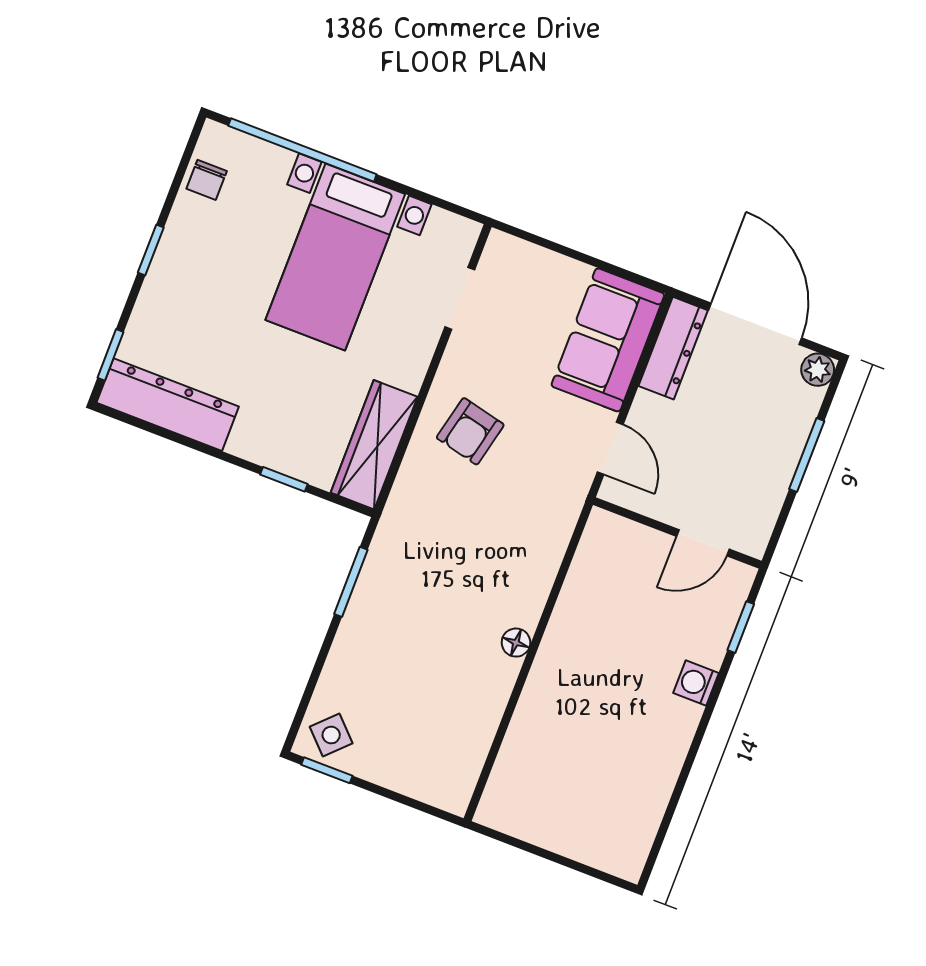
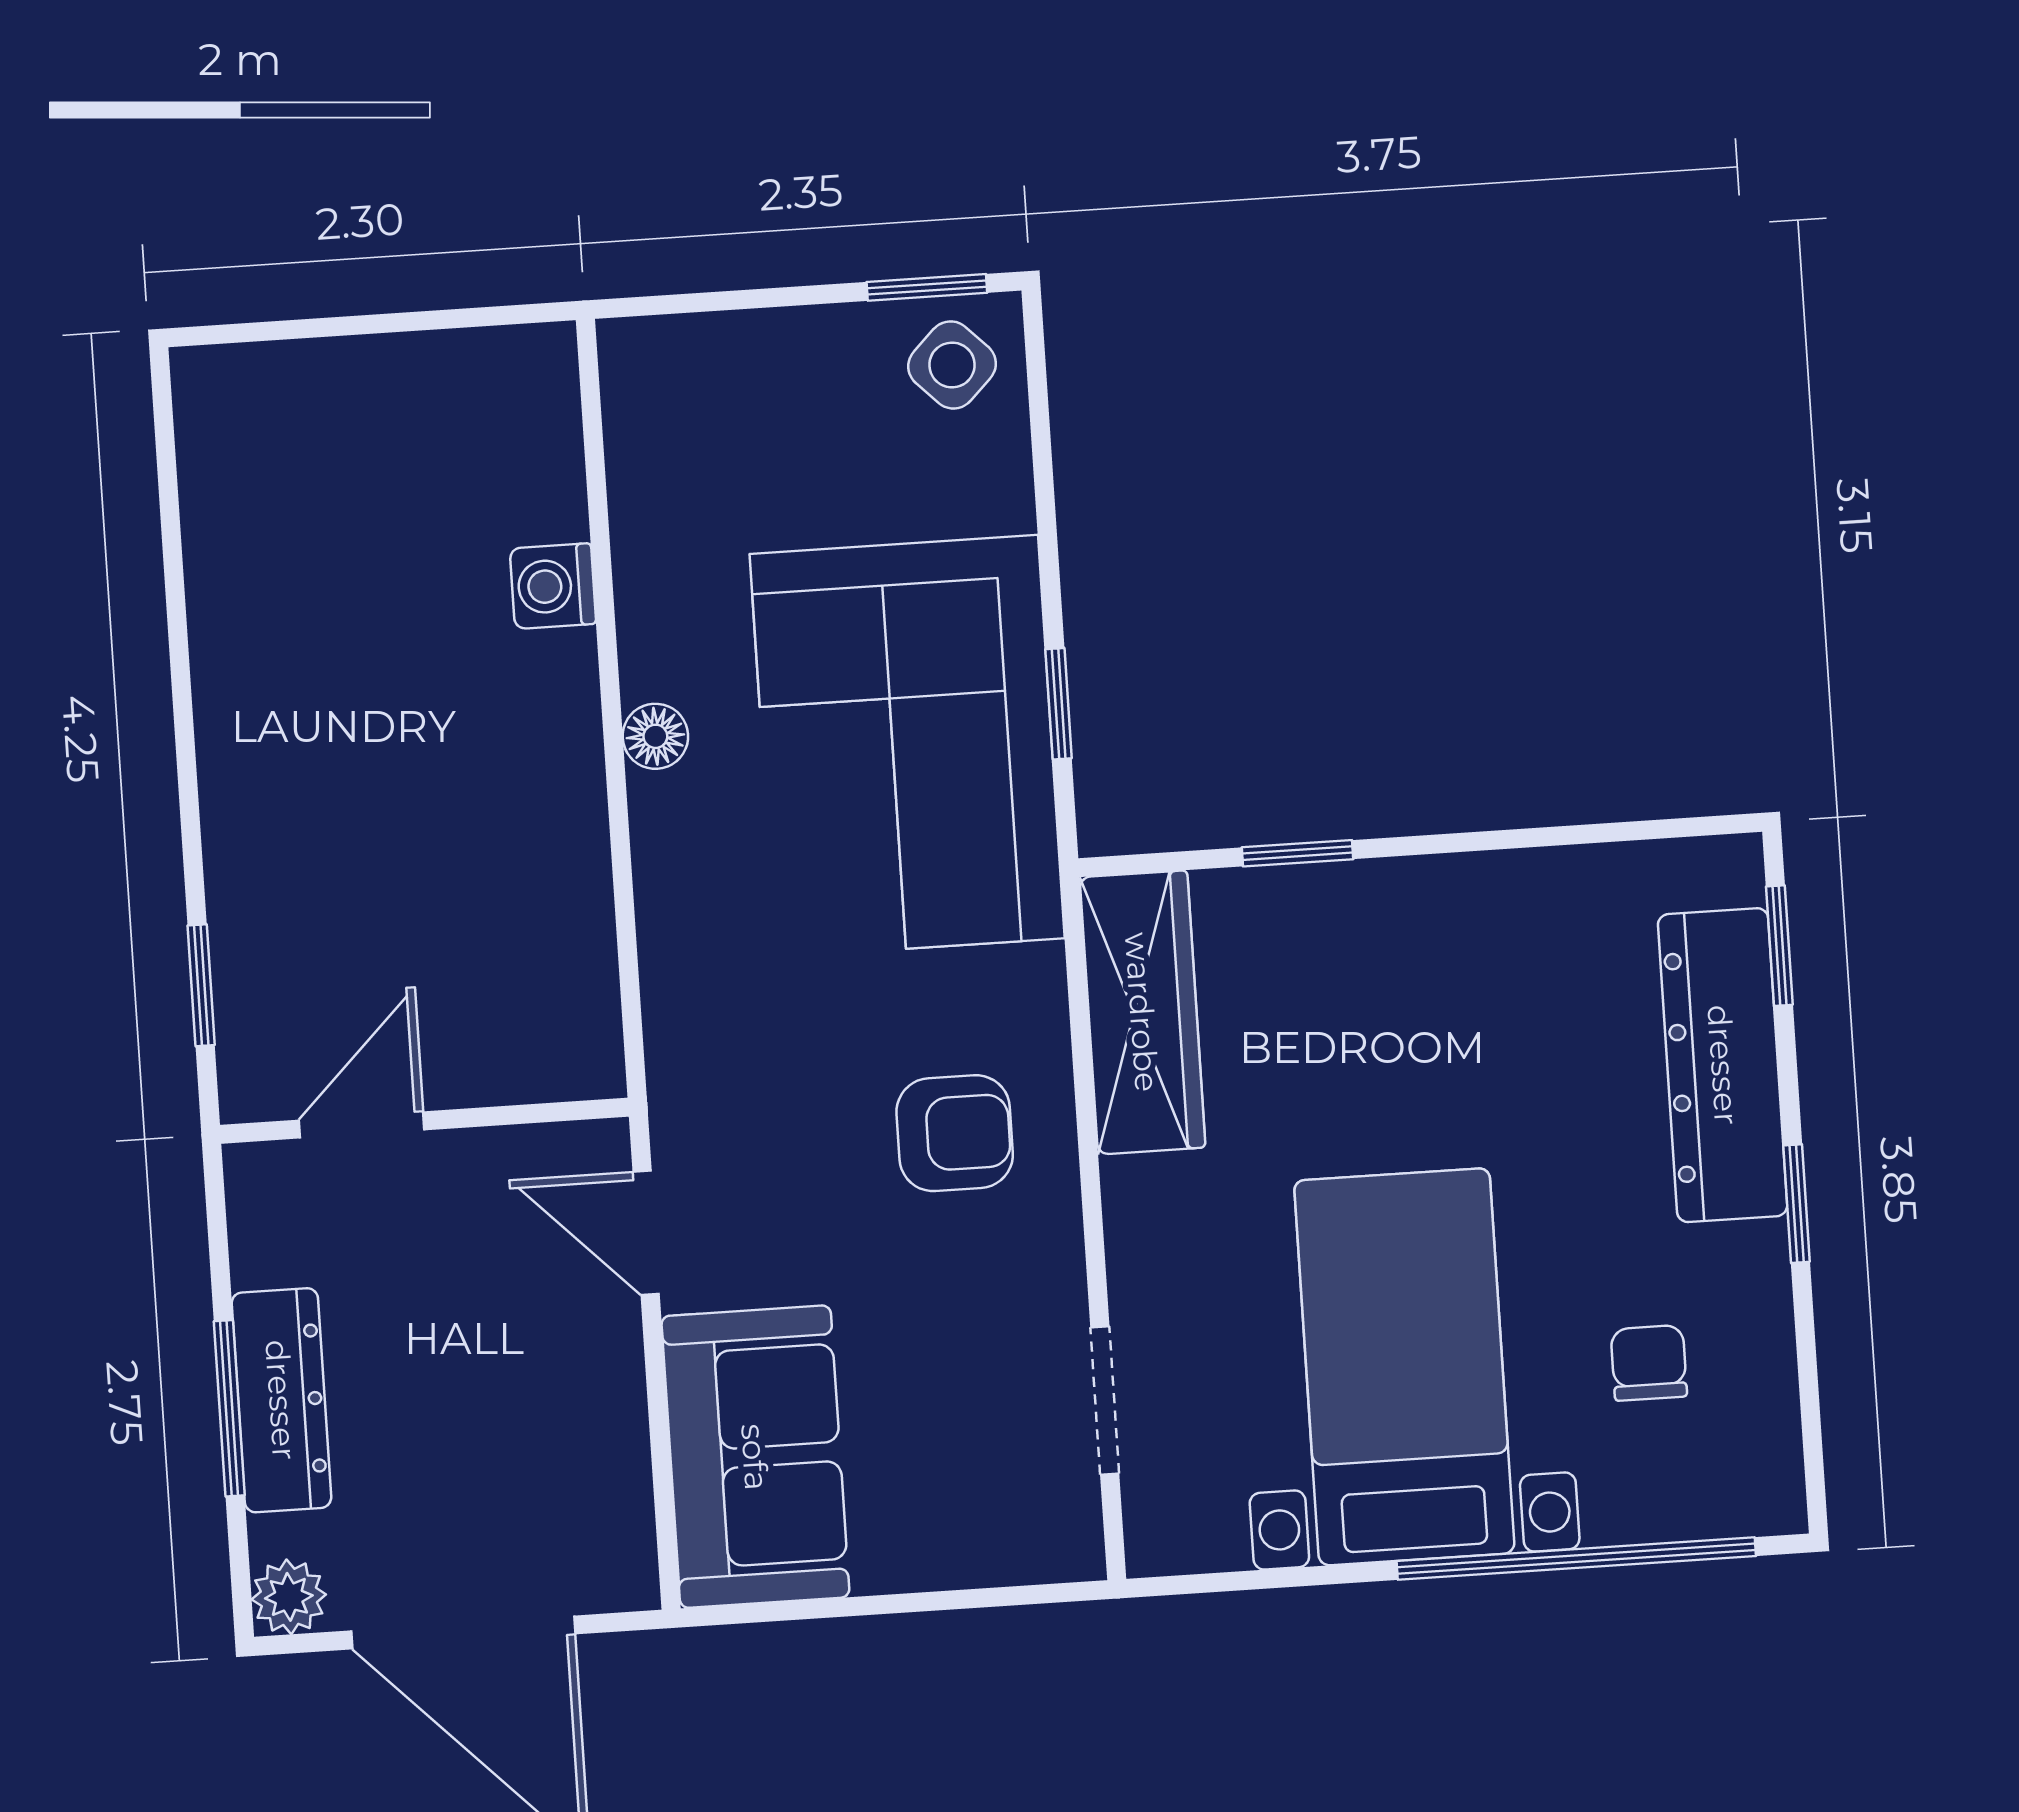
chair: (207, 180) -> (1649, 1363), moved
dresser: (673, 348) -> (281, 1400), moved, turned 180
dresser: (168, 405) -> (1723, 1065), moved, turned 90
armchair: (470, 431) -> (955, 1133), turned 77
window: (351, 582) -> (1059, 704), width x0.67
corner sofa: (418, 593) -> (907, 746), added
washing machine: (696, 683) -> (553, 586), moved, turned 180

